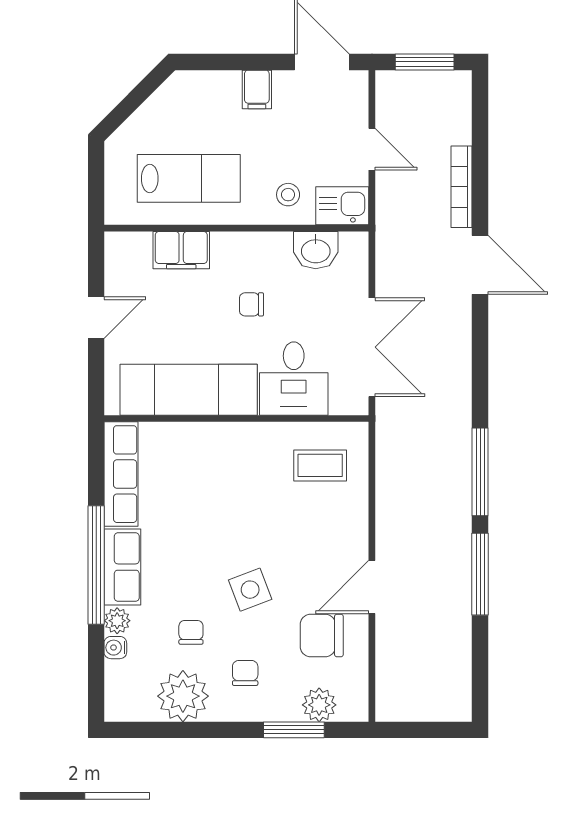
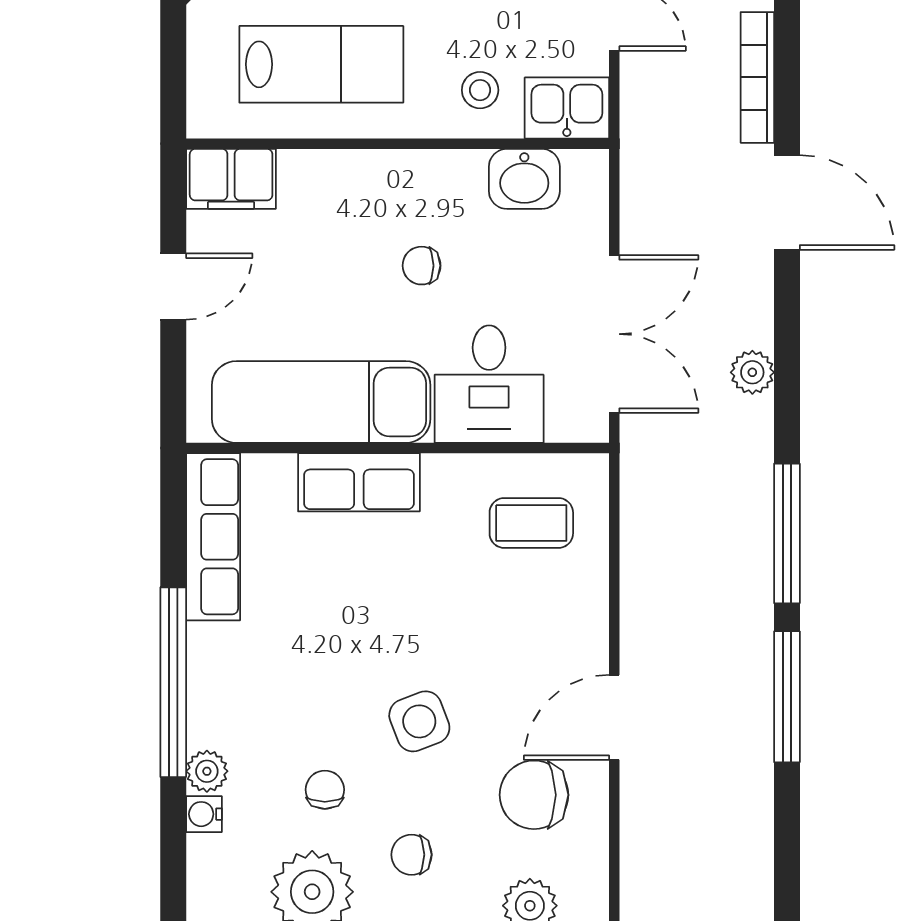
filing cabinet: (181, 250) -> (231, 179), moved
plant: (458, 371) -> (752, 372), added
row of seats: (122, 567) -> (359, 482), moved, turned 90
chair: (245, 673) -> (411, 855), turned -90

